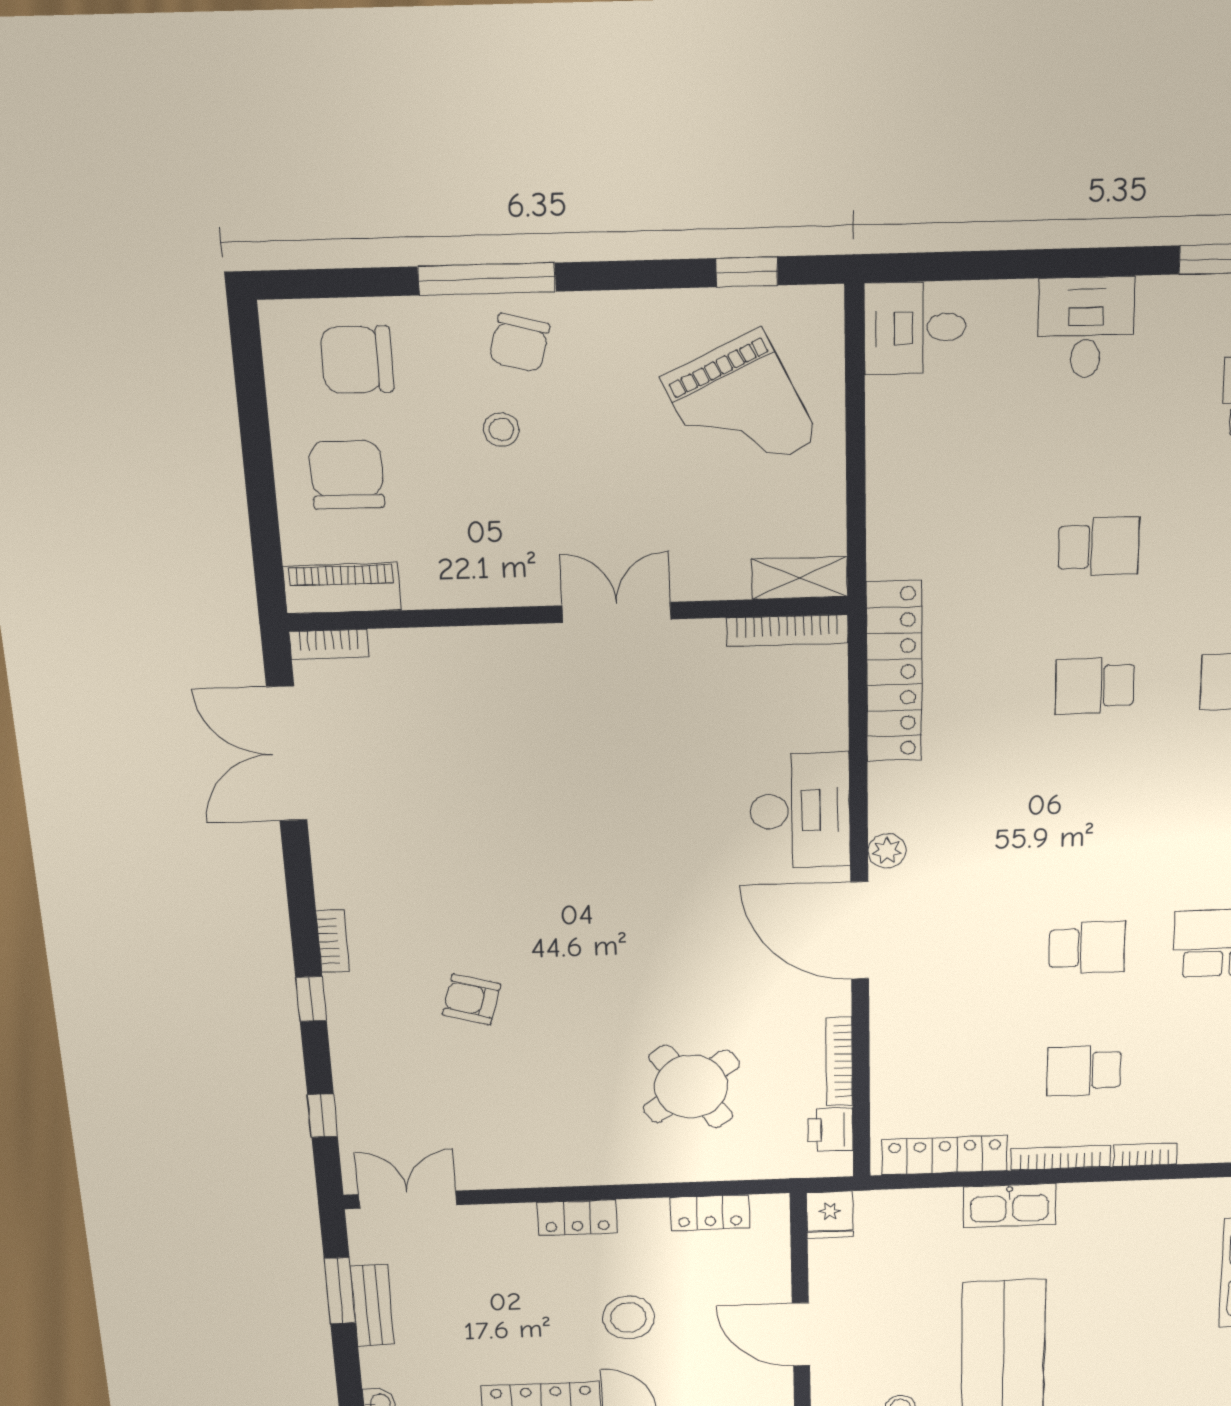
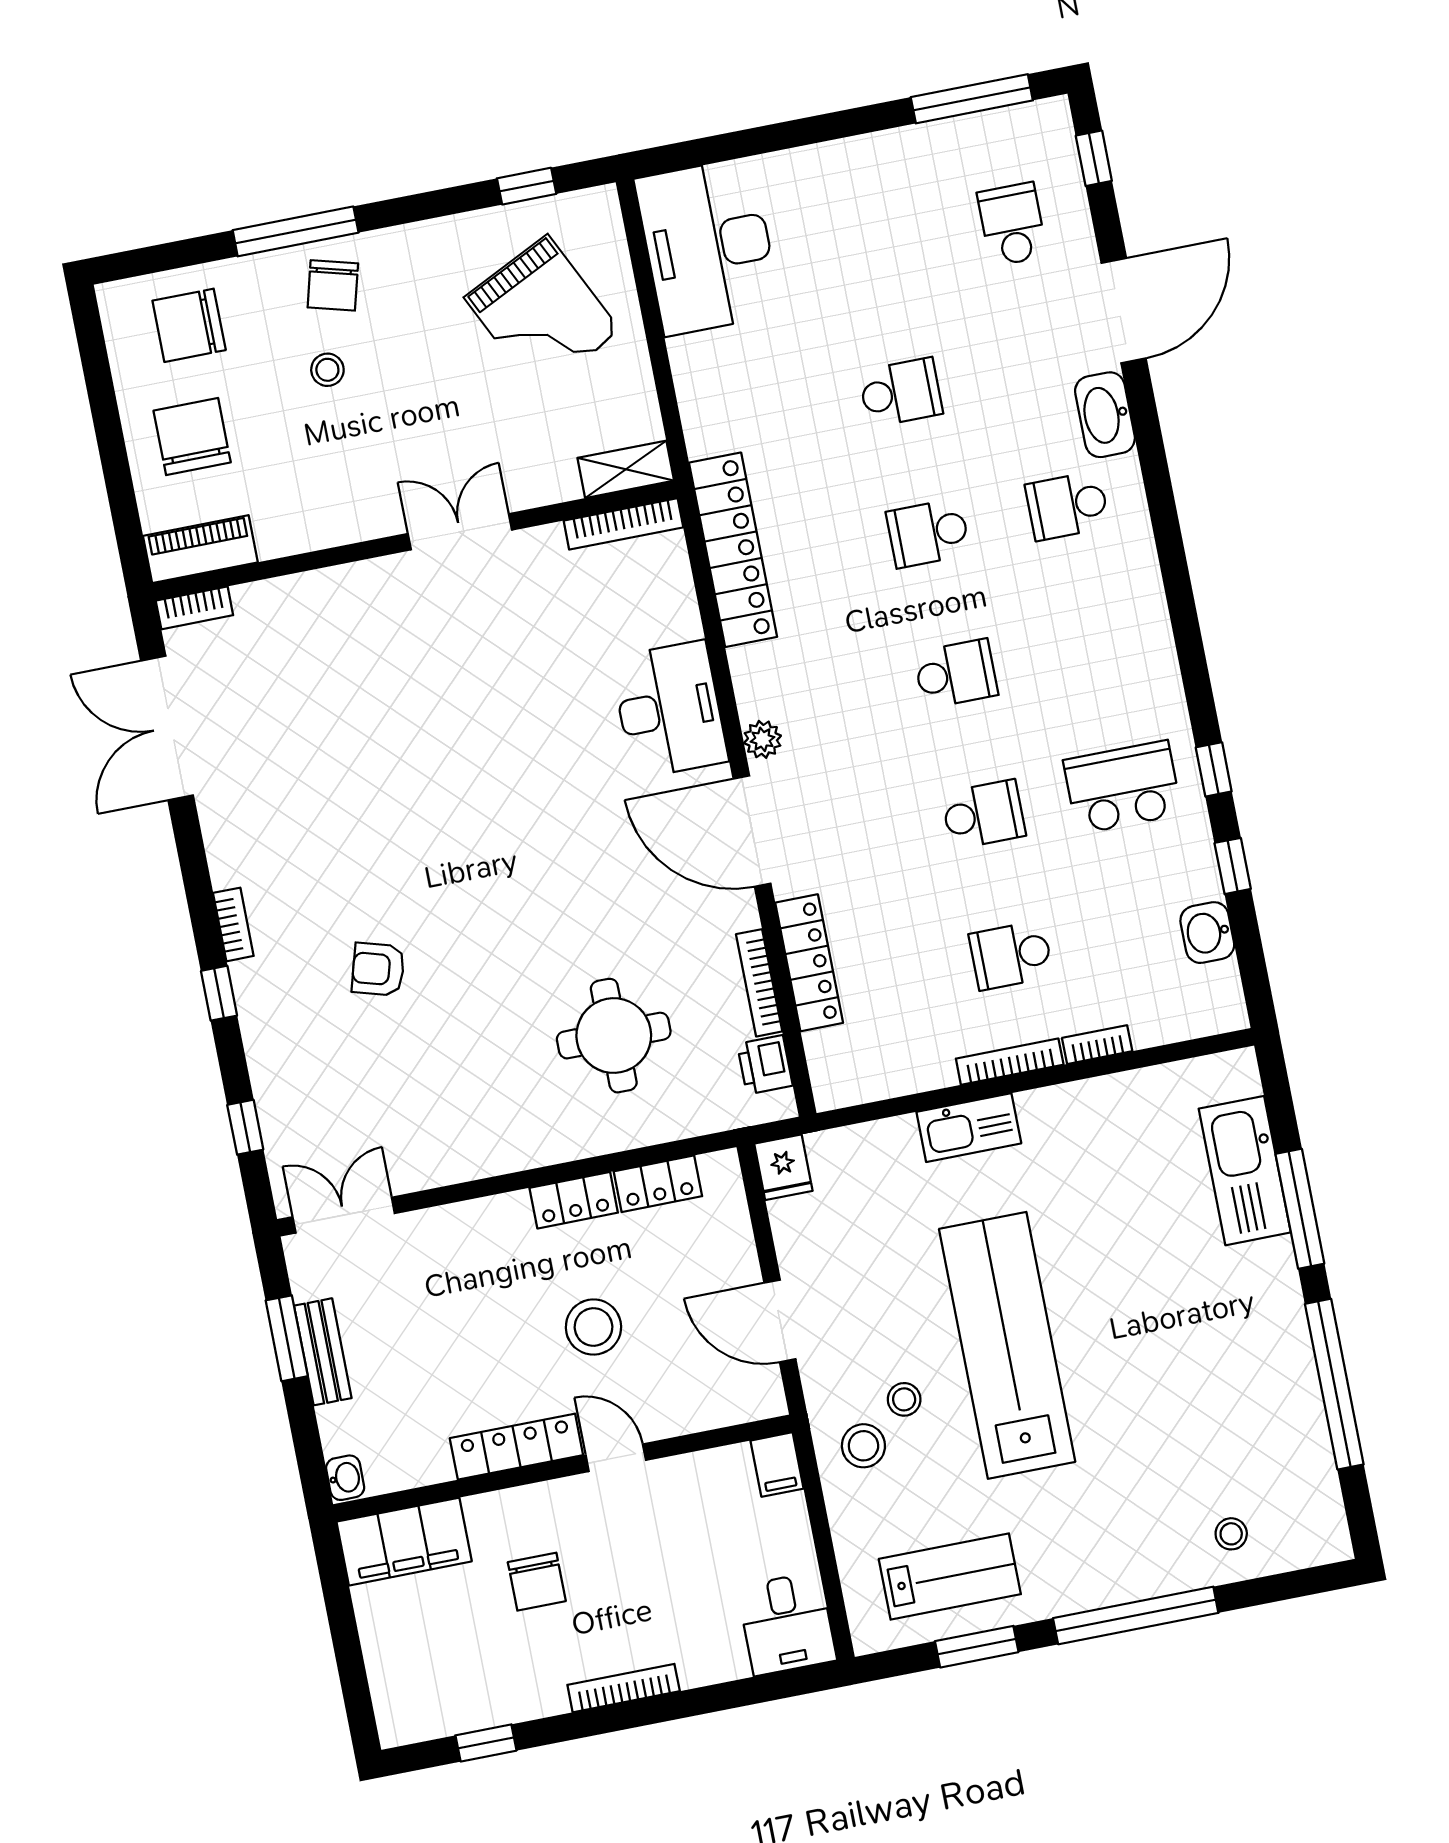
desk: (1086, 327) -> (842, 186), removed
desk: (915, 328) -> (708, 246), width x1.87, depth x1.30
school desk: (1091, 819) -> (956, 674), added
round table: (691, 1087) -> (614, 1036), turned 37
locker: (945, 1155) -> (809, 963), moved, turned 90
locker: (577, 1218) -> (574, 1200), moved

